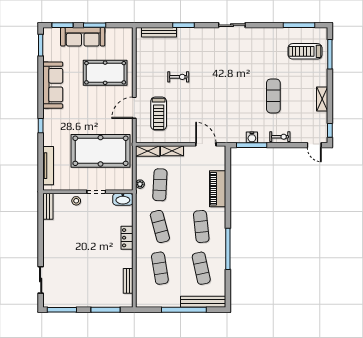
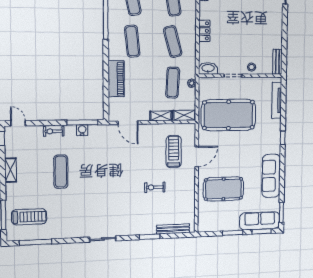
sofa: (83, 37) -> (260, 221), moved

